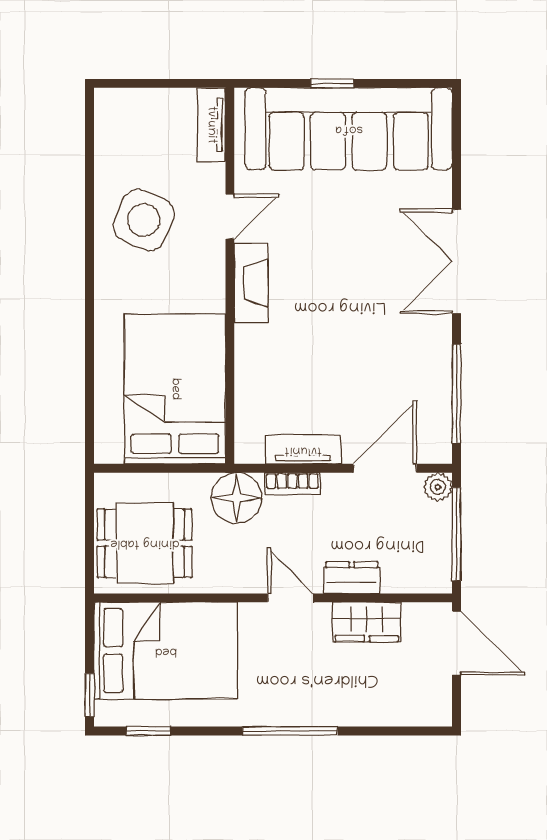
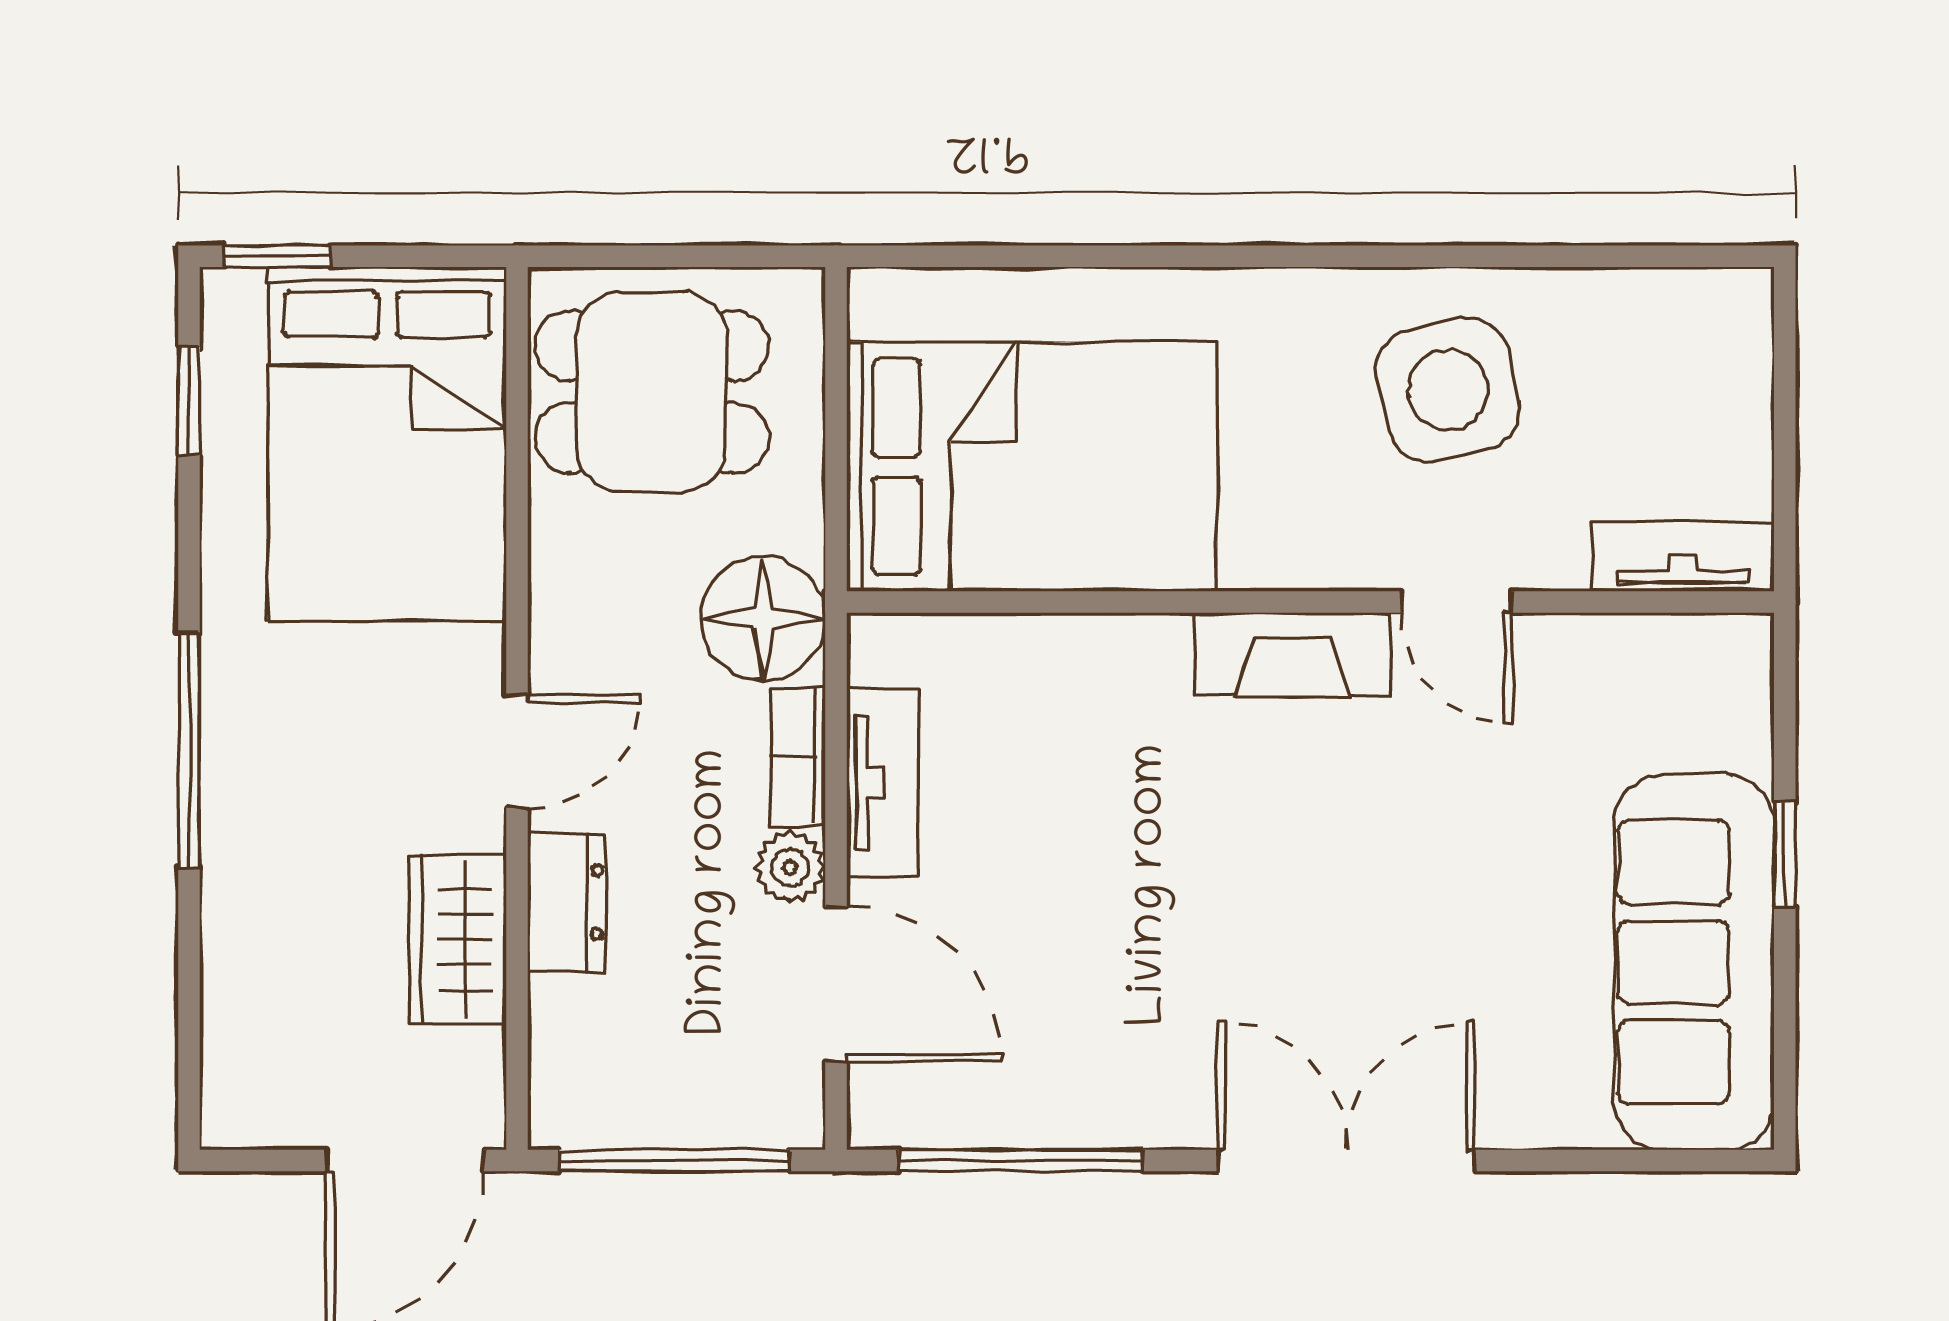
sofa: (349, 129) -> (1694, 962), width x0.74, depth x0.79
side table: (144, 220) -> (1448, 390), turned -36
plant: (438, 487) -> (790, 867), moved
dining table: (145, 543) -> (652, 392), turned 90

